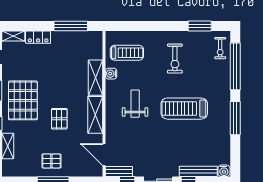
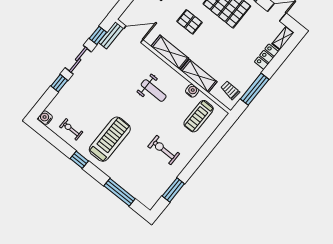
trolley: (87, 44) -> (230, 90), added
exercise bike: (220, 48) -> (71, 129), moved
window: (235, 66) -> (120, 192), width x0.68
treadmill: (184, 109) -> (110, 139), moved
window: (235, 118) -> (79, 160), width x0.46
bench: (198, 171) -> (61, 97), removed

